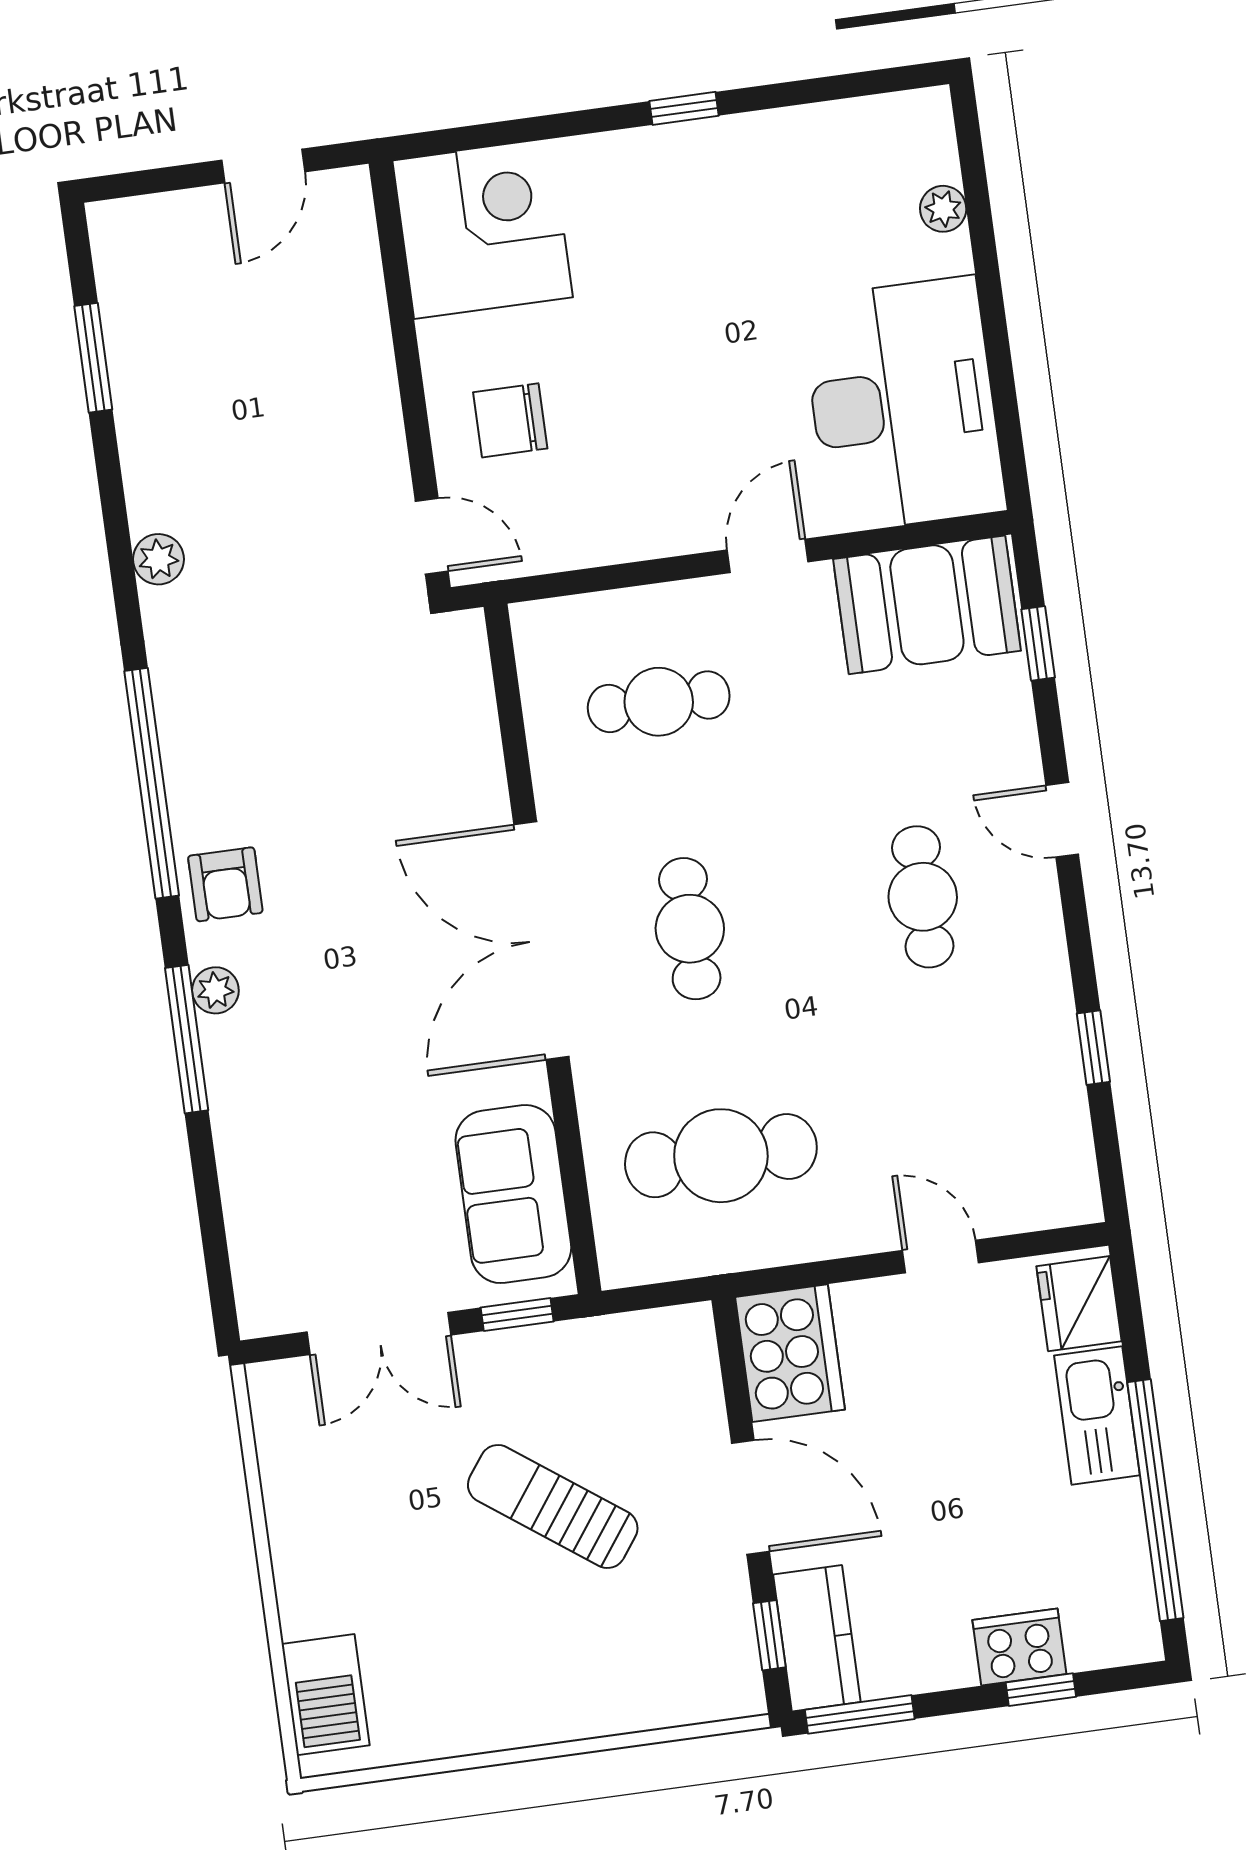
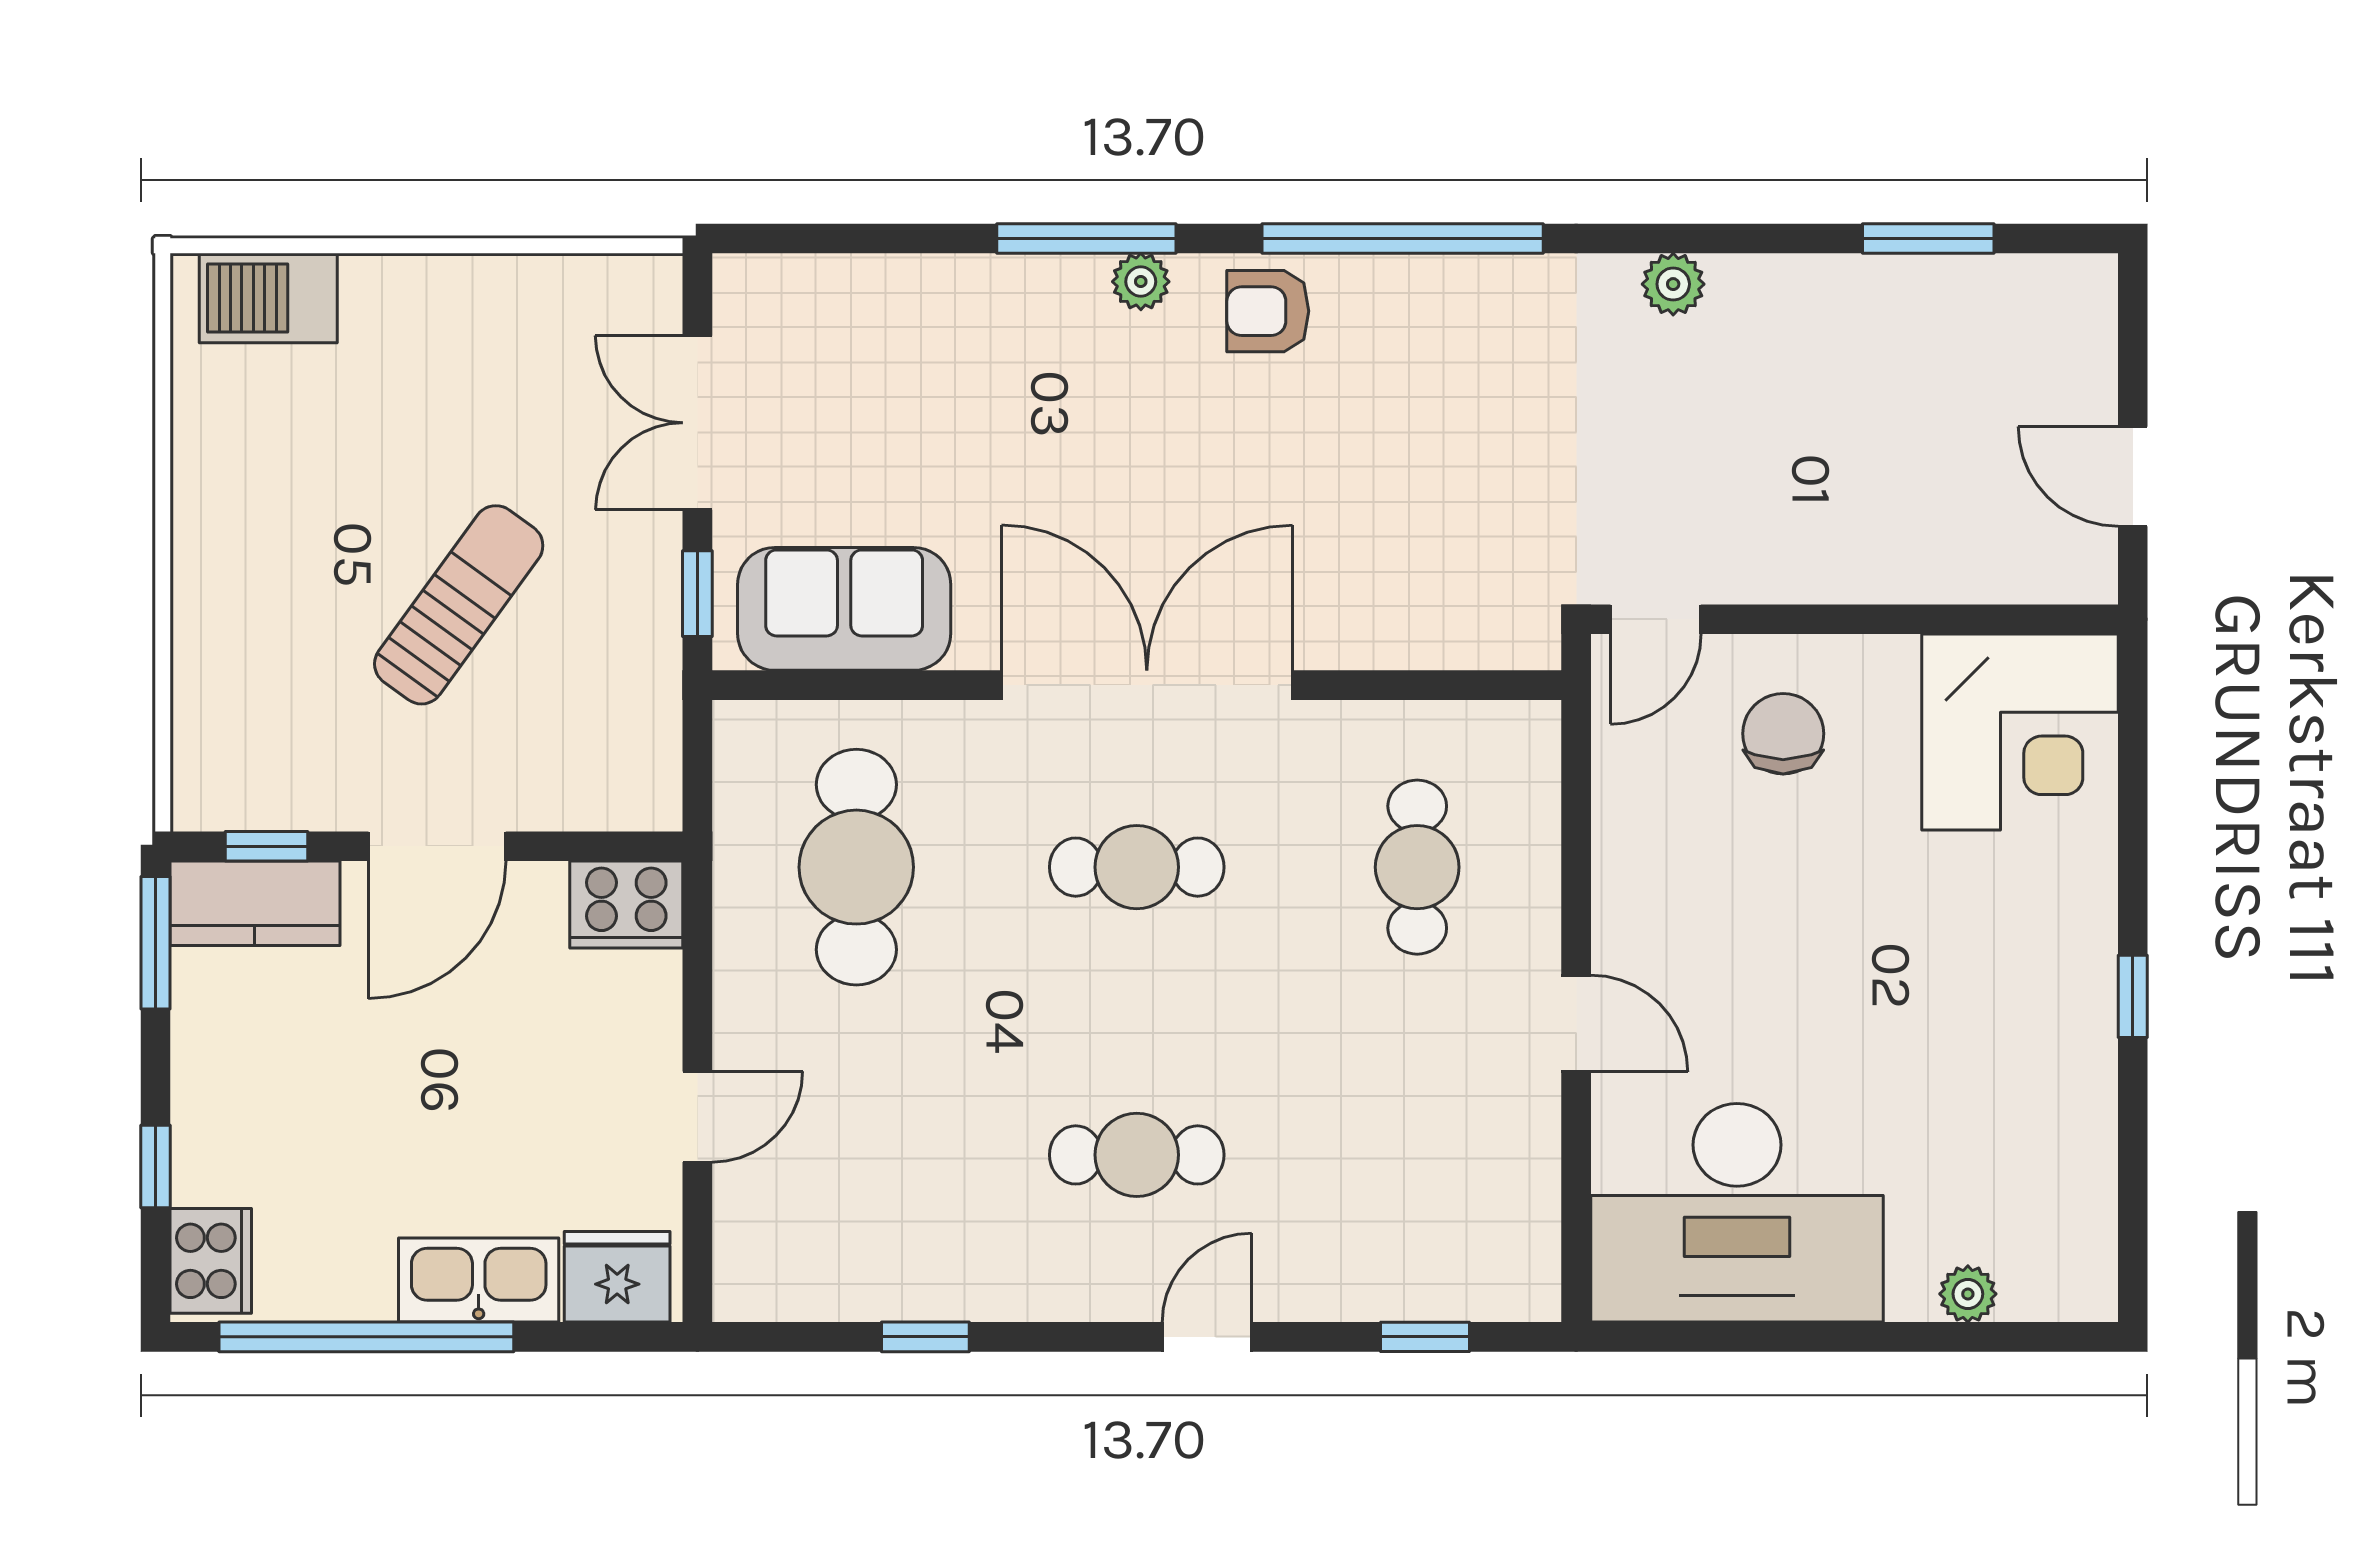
booth: (927, 605) -> (1490, 1209), removed
cooker: (790, 1353) -> (626, 905), width x0.73, depth x0.76
cooker: (1019, 1647) -> (211, 1261), moved

